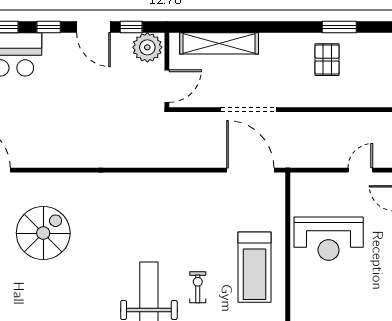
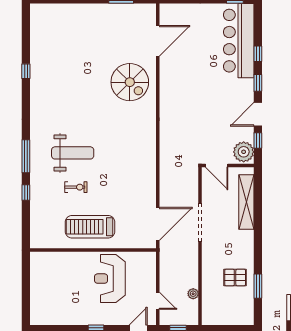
plant: (350, 120) -> (193, 294), added
spiral stairs: (43, 233) -> (130, 82), moved

